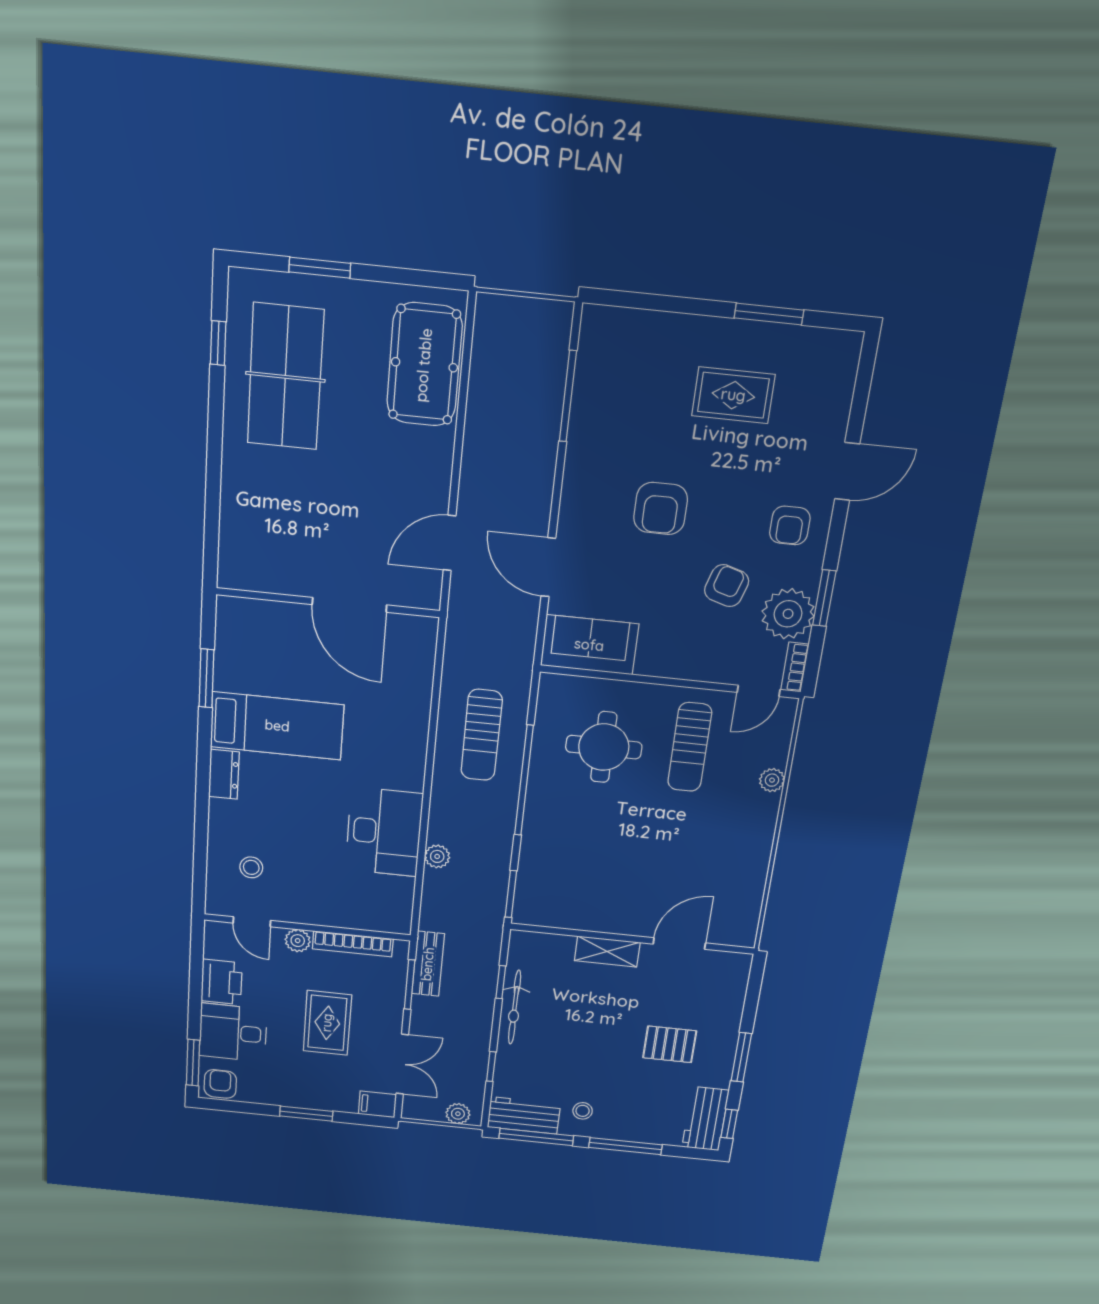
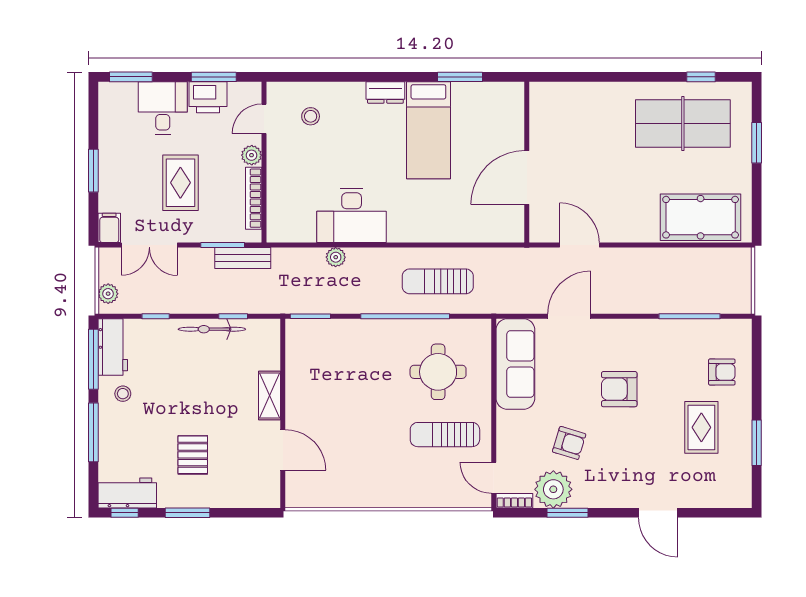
armchair: (790, 525) -> (722, 372), moved, turned 180
sofa: (589, 645) -> (515, 364), width x1.36
plant: (772, 780) -> (426, 499), removed
window: (196, 973) -> (214, 77), added
rug: (327, 1023) -> (180, 183), turned 90
armchair: (220, 1084) -> (113, 100), removed

